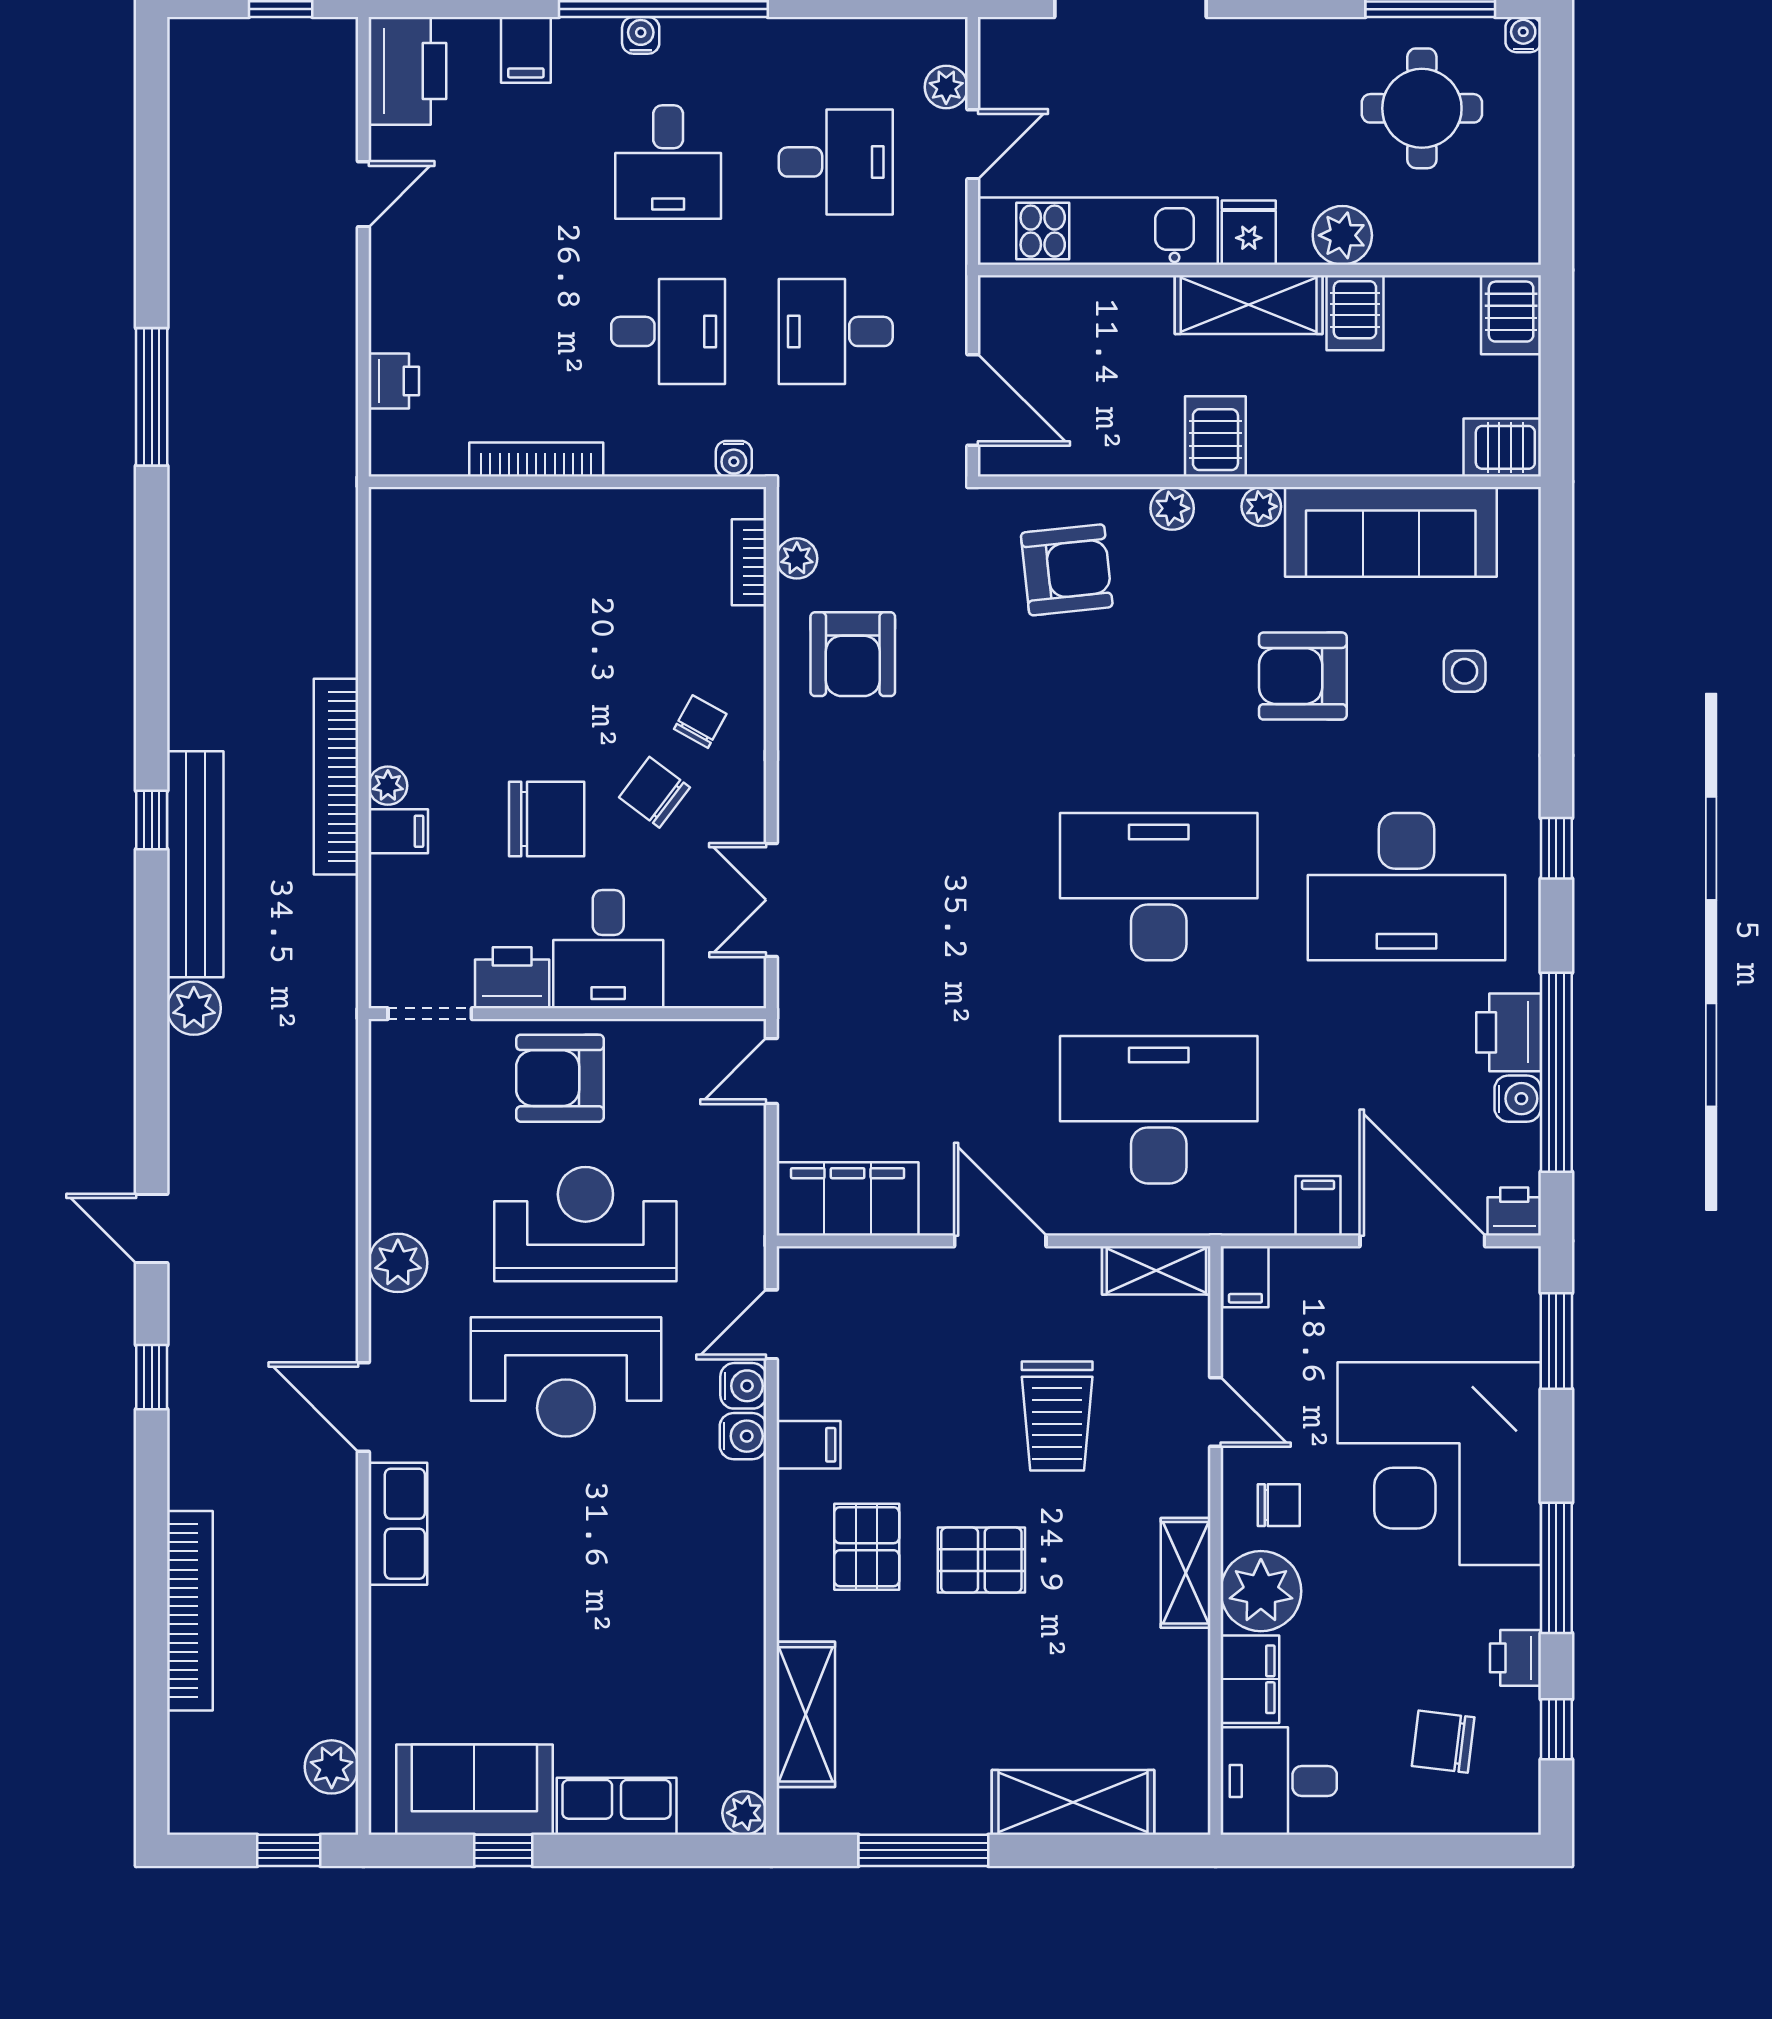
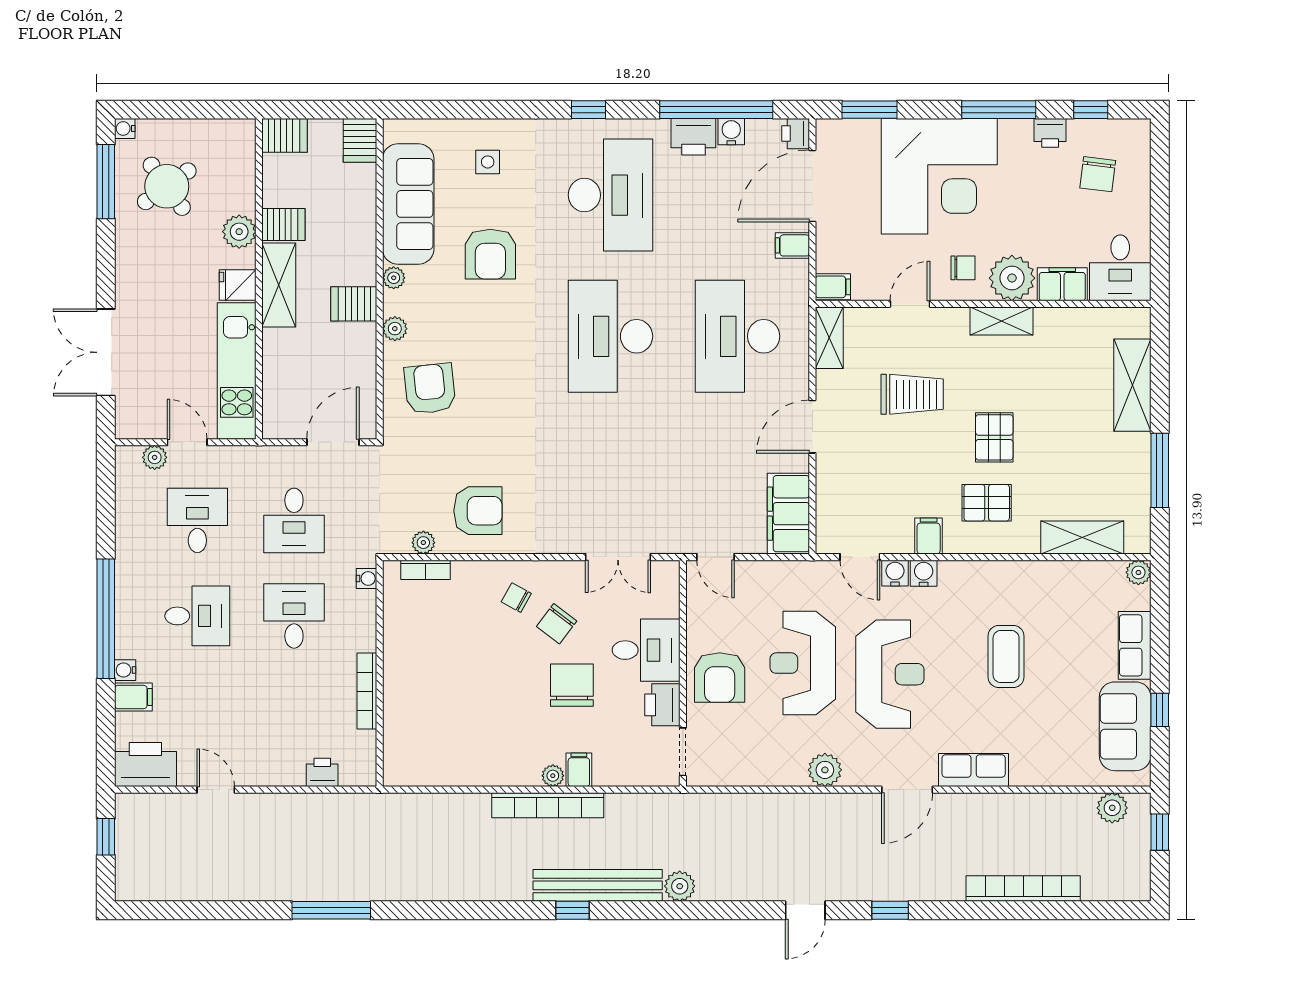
water cooler: (641, 35) -> (125, 670), moved
round table: (1422, 108) -> (167, 186), turned -36
chair: (1279, 1505) -> (963, 268), turned 90
coffee table: (597, 1581) -> (1006, 657), added

